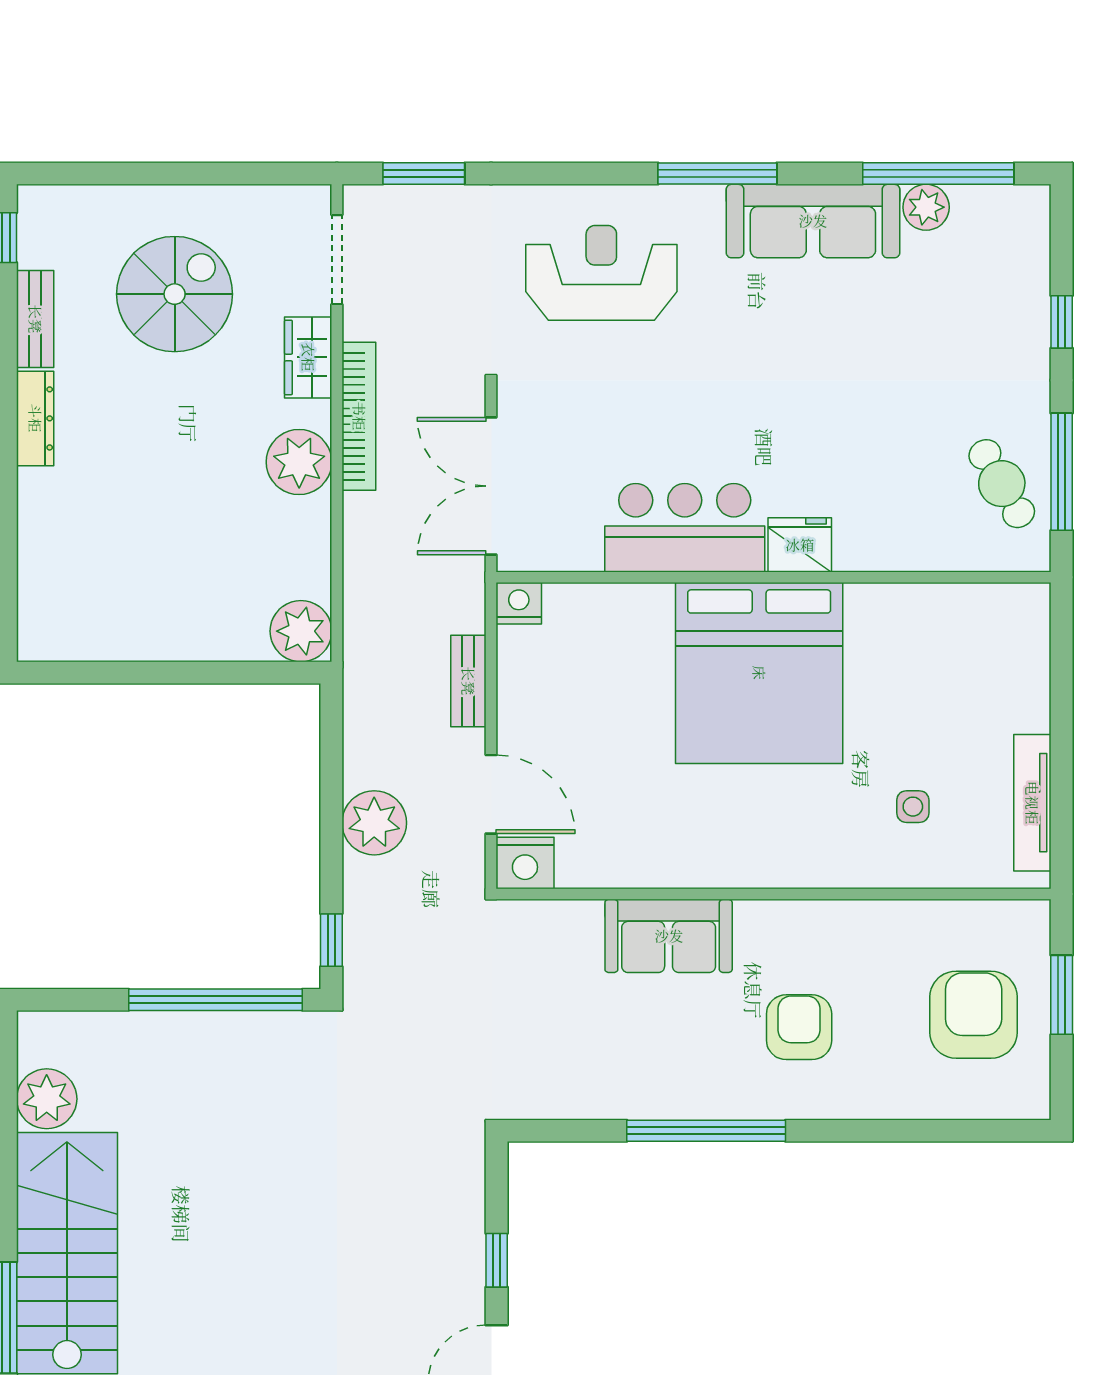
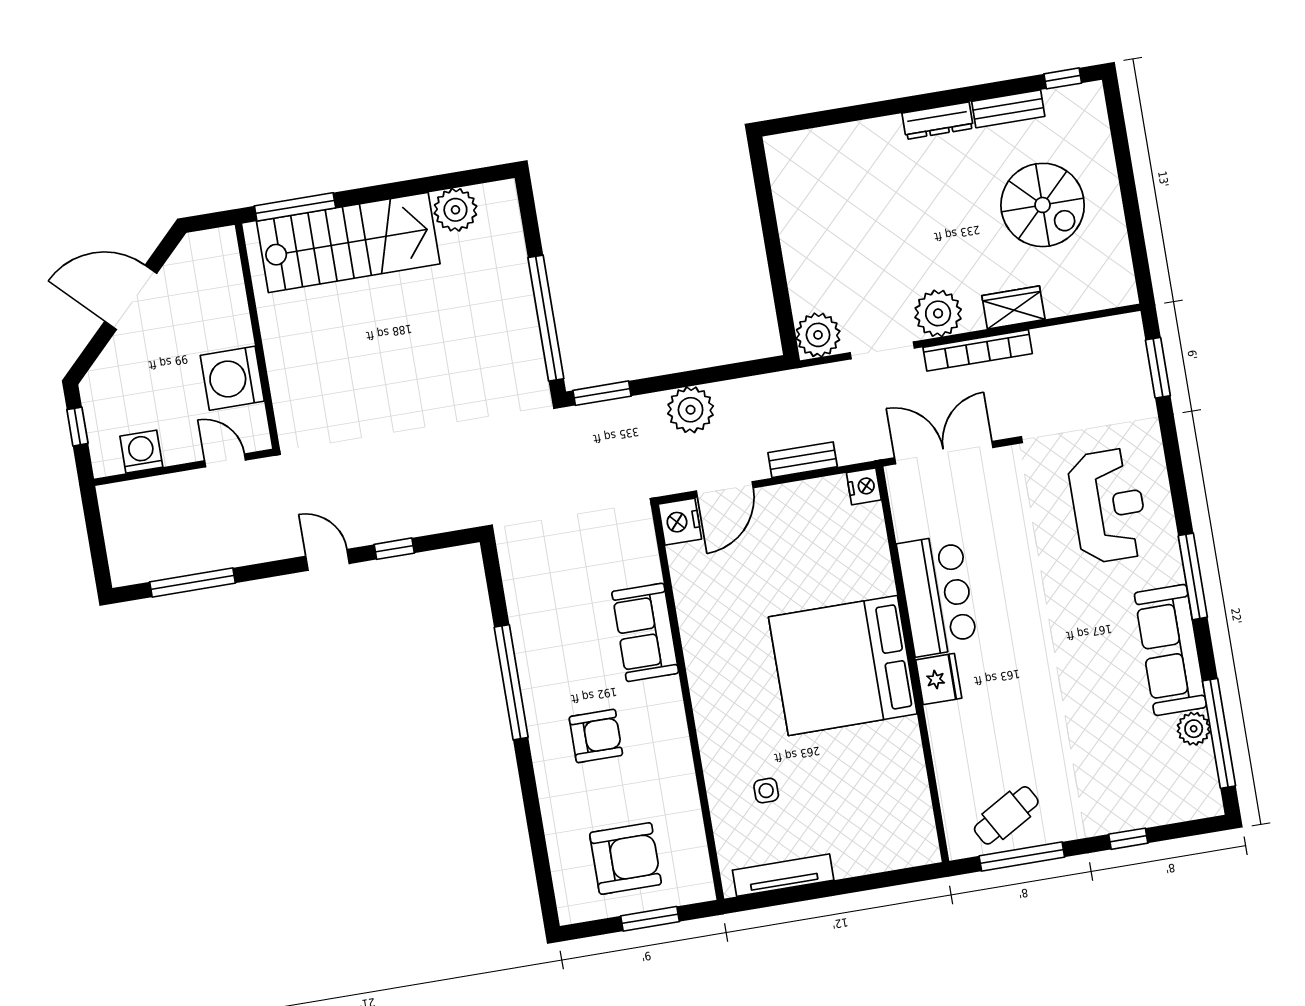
doorway: (337, 260) -> (882, 350), moved
window: (331, 940) -> (602, 393), width x1.50

